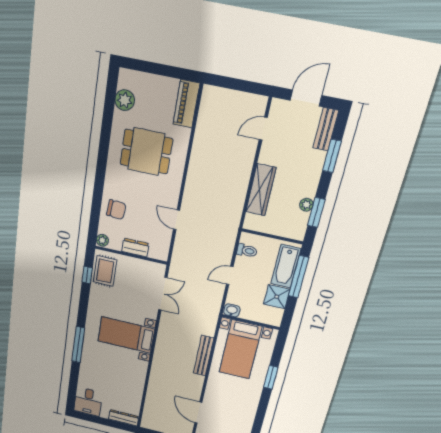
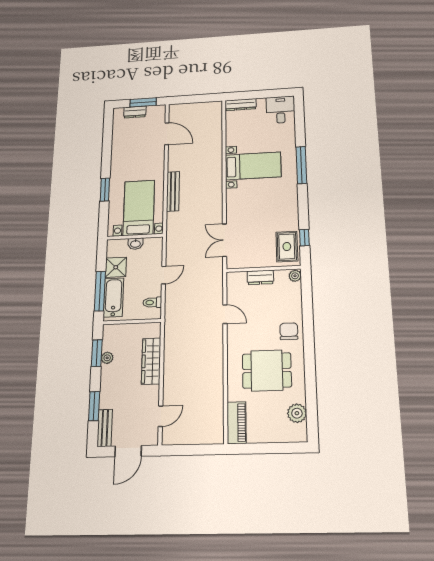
chair: (116, 210) -> (289, 331), moved, turned 86
washbasin: (232, 310) -> (135, 244), moved
bed with nightstands: (126, 335) -> (253, 166), moved

